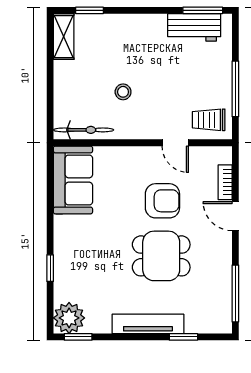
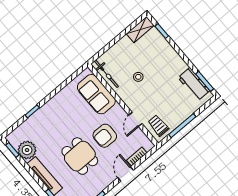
sofa: (73, 180) -> (96, 94), moved, turned 90
armchair: (162, 201) -> (105, 136), turned 90
plant: (69, 318) -> (27, 150), moved

